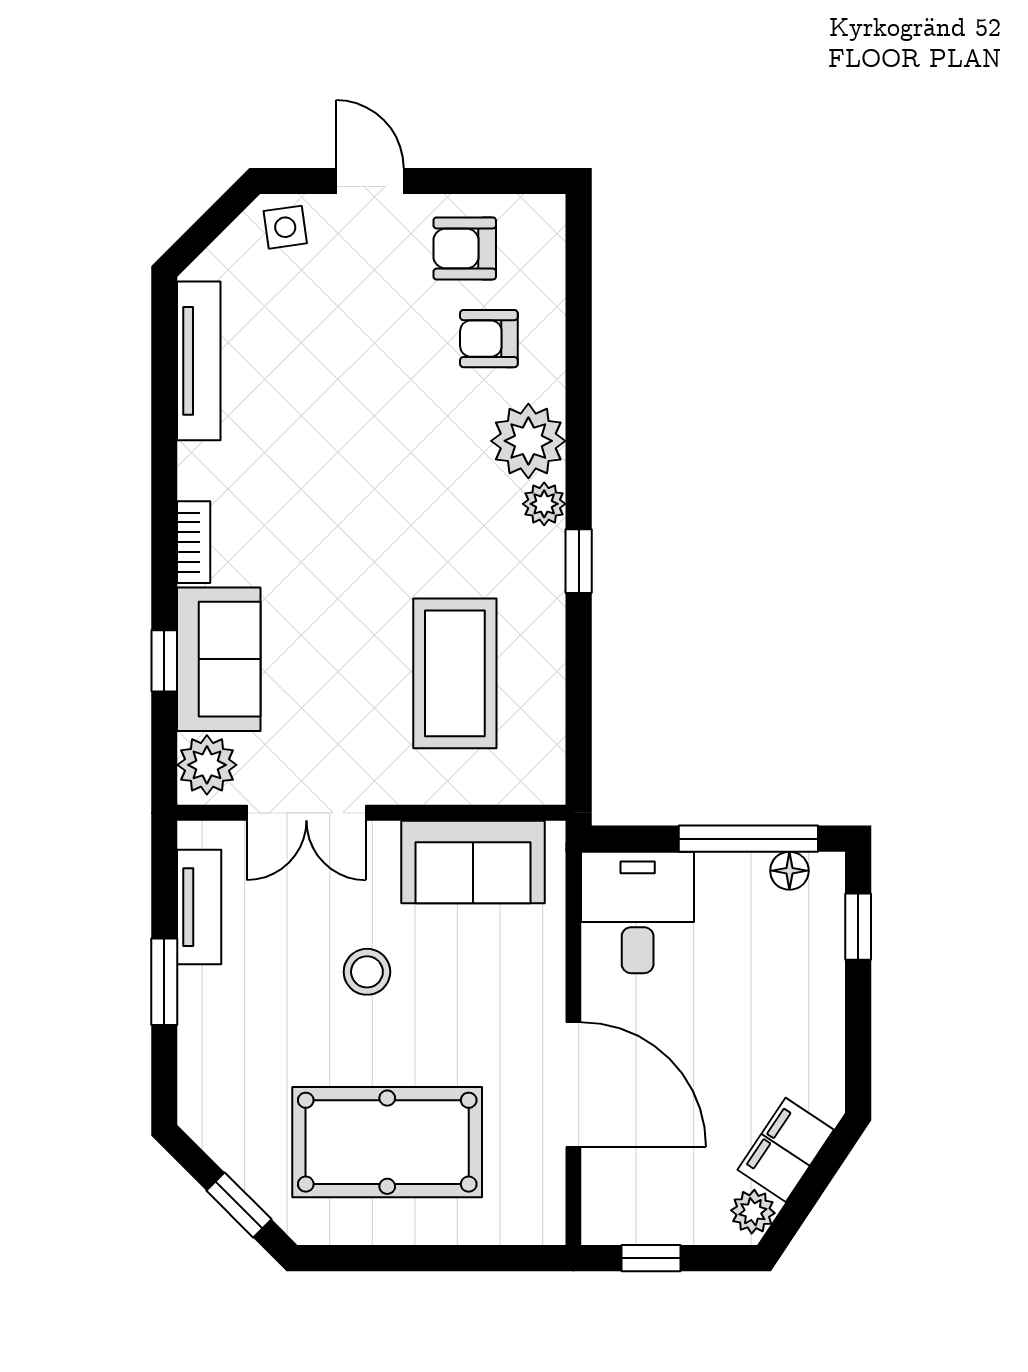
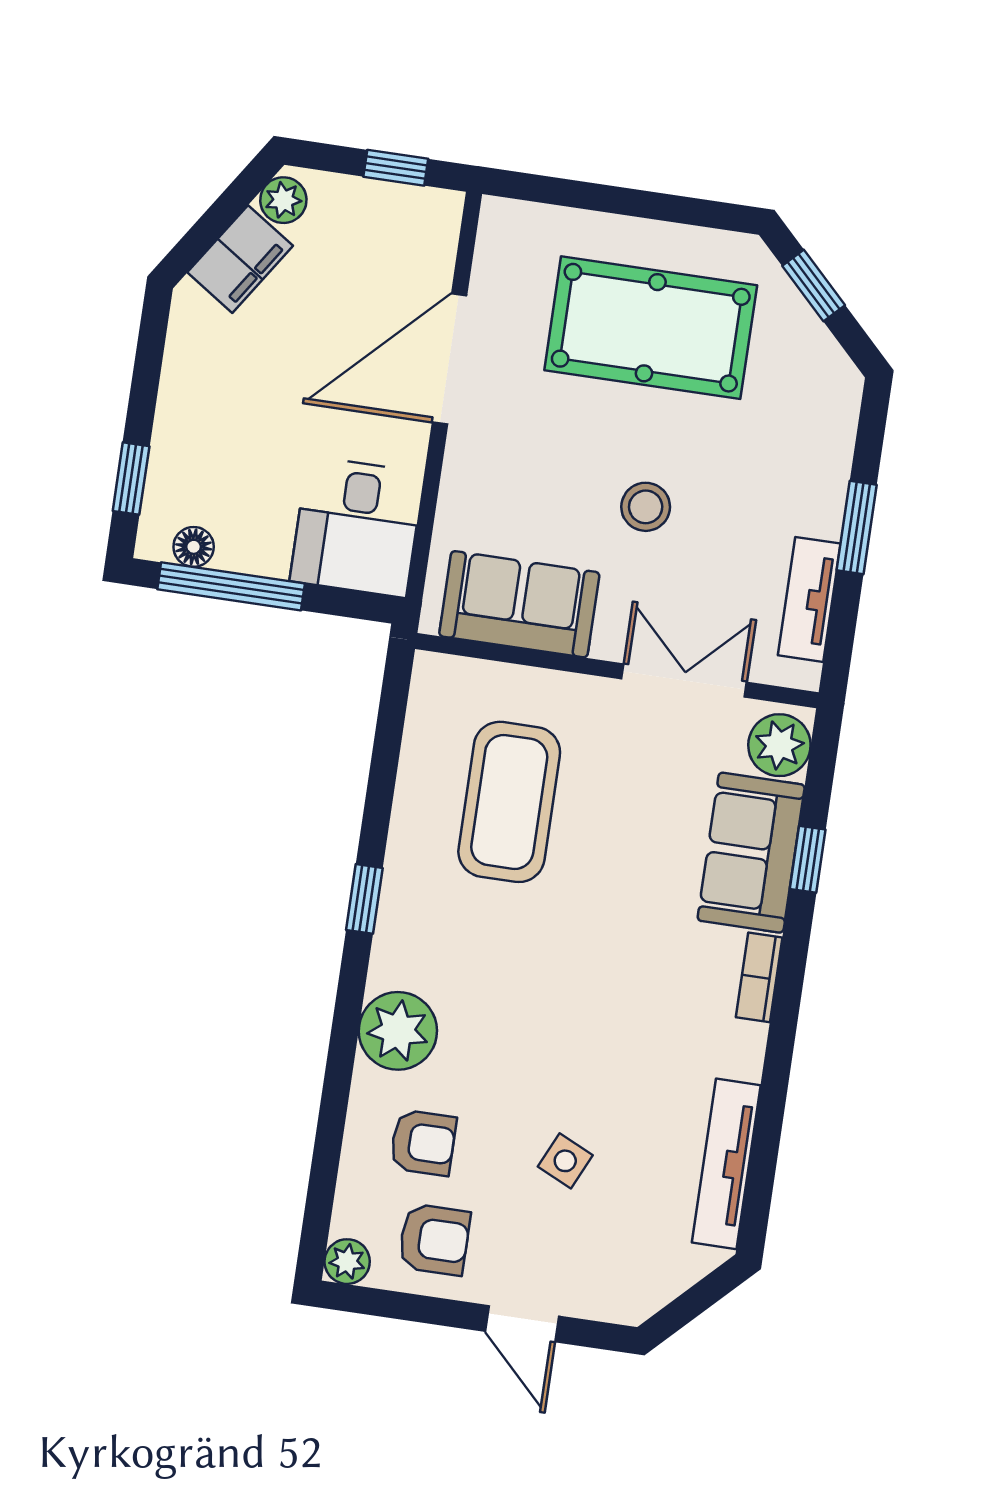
side table: (285, 227) -> (565, 1161), moved, turned 33
plant: (544, 504) -> (347, 1262), moved
door: (573, 1084) -> (450, 359), hinge flipped

